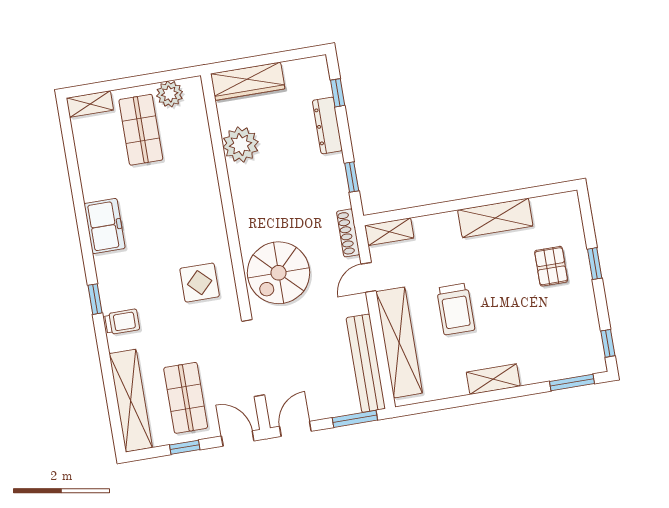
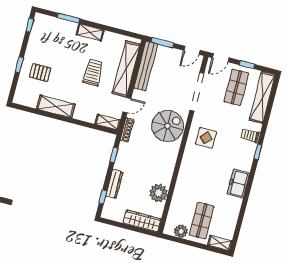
pallet: (551, 266) -> (40, 73), turned 90
window: (572, 383) -> (69, 18), moved
door: (238, 438) -> (221, 58), hinge flipped

